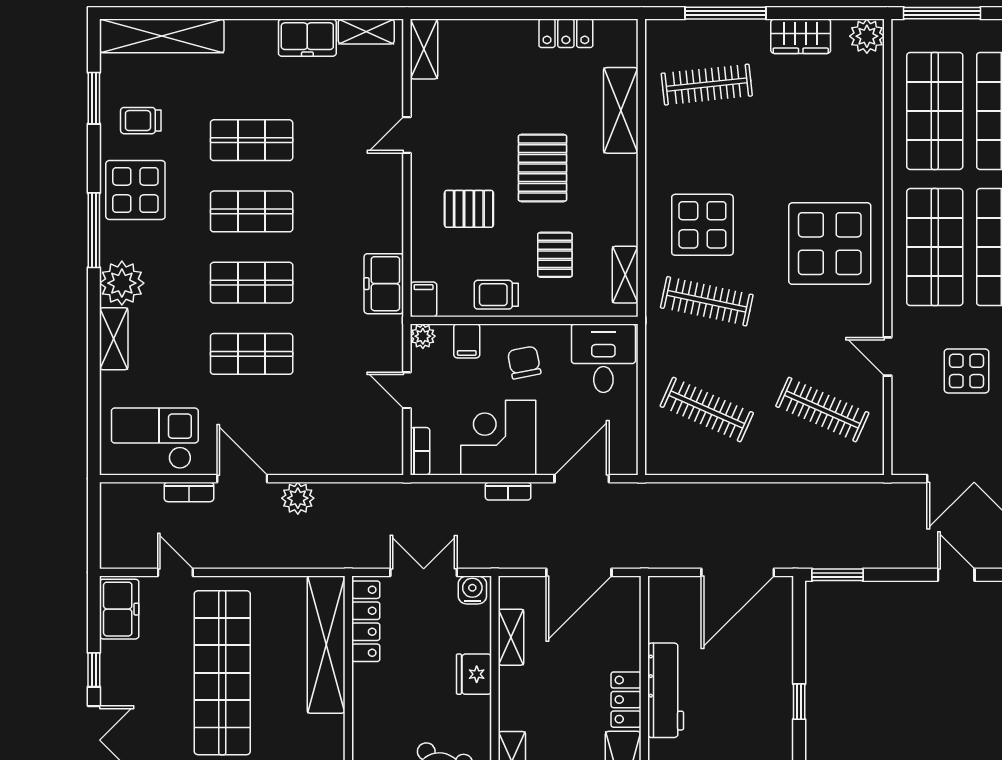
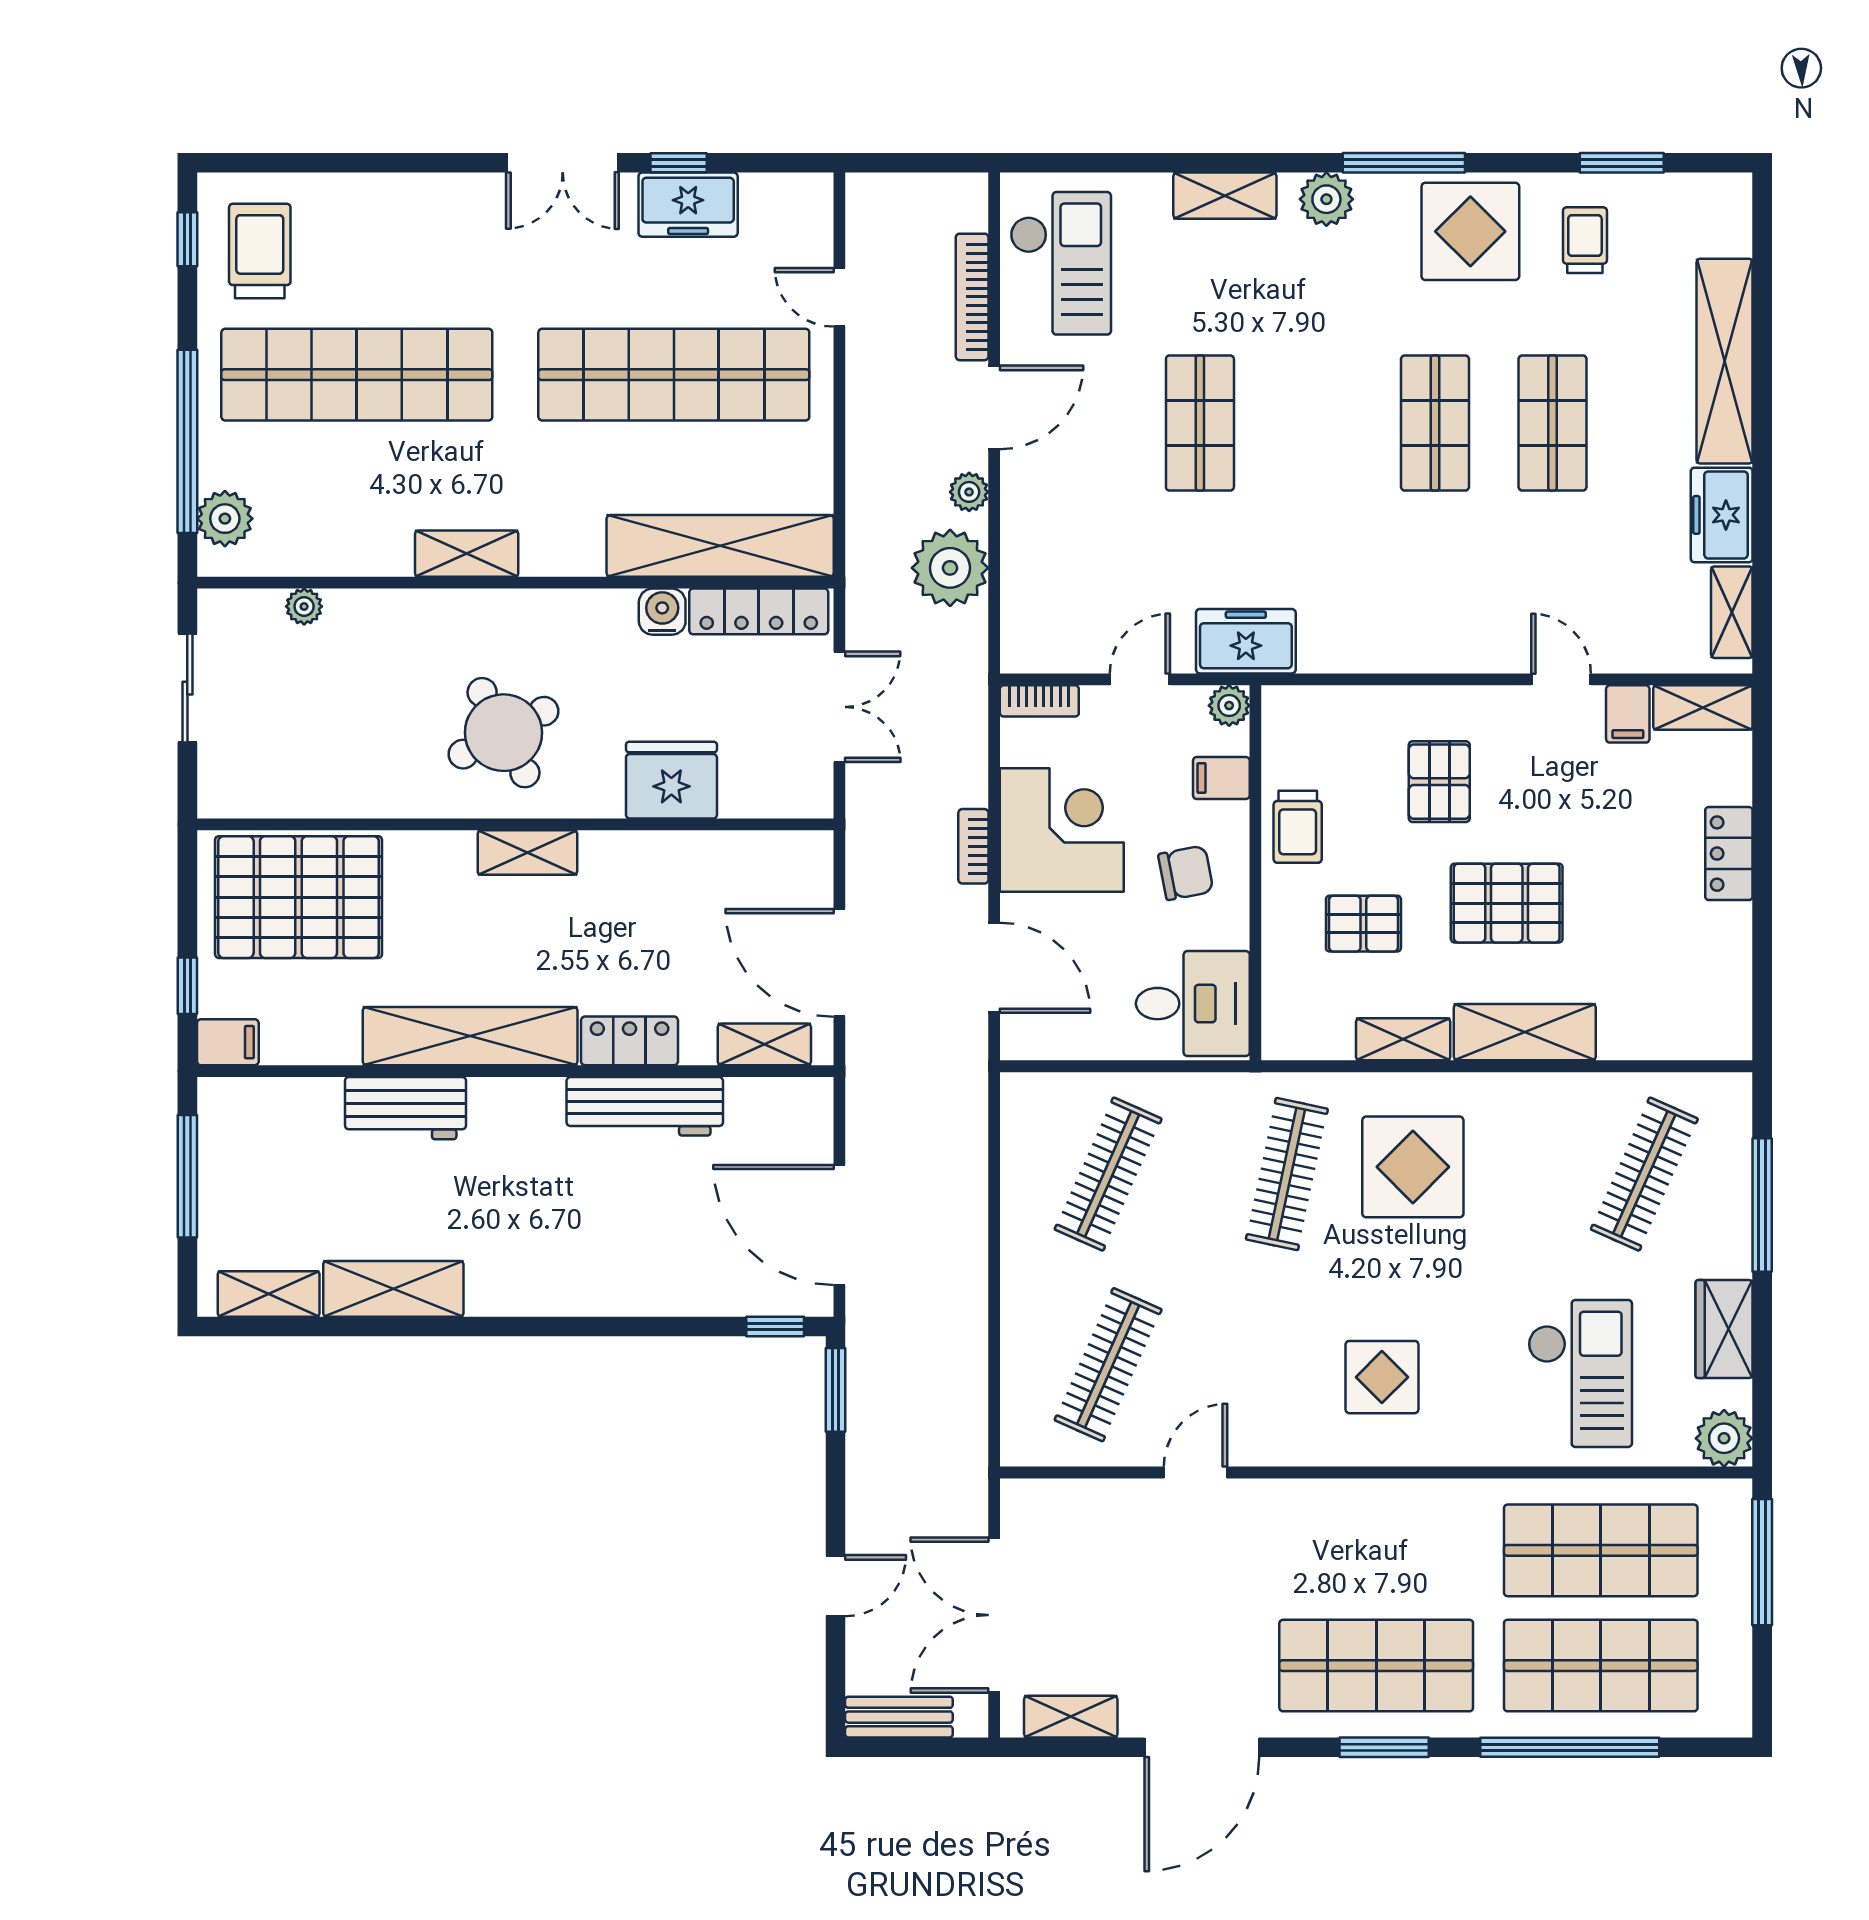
locker: (566, 33) -> (1729, 854), moved
shelving: (162, 36) -> (1725, 361), moved
clothes rail: (707, 85) -> (1644, 1174), turned 30
shelving: (621, 110) -> (1525, 1032), moved
checkout: (828, 123) -> (1580, 1373), added
display table: (830, 244) -> (1382, 1377), width x0.54, depth x0.54
shop shelf: (935, 247) -> (1376, 1550), removed
shelving: (625, 275) -> (1403, 1039), moved
plant: (122, 283) -> (1326, 199), width x0.73, depth x0.73
shop shelf: (252, 283) -> (1317, 423), removed
freezer: (384, 284) -> (1246, 641), moved
trolley: (496, 295) -> (1298, 827), turned 180
filing cabinet: (424, 299) -> (1628, 714), moved, turned 90
display table: (967, 371) -> (1172, 1603), removed
bookcase: (189, 492) -> (972, 297), width x1.56
plant: (298, 498) -> (969, 492), width x0.73, depth x0.73
plant: (339, 505) -> (950, 568), added
door: (175, 572) -> (839, 297), swing flipped
water cooler: (472, 590) -> (662, 612), moved, turned -90
freezer: (119, 609) -> (688, 205), moved
shelving: (511, 637) -> (764, 1044), moved
fridge: (474, 674) -> (671, 780), width x1.36, depth x1.34
window: (799, 702) -> (775, 1326), moved

